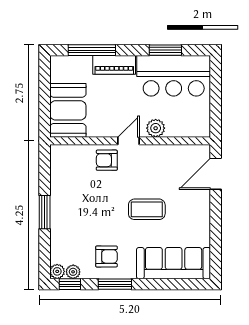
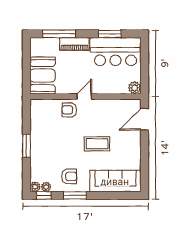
plant: (156, 128) -> (135, 88), moved

